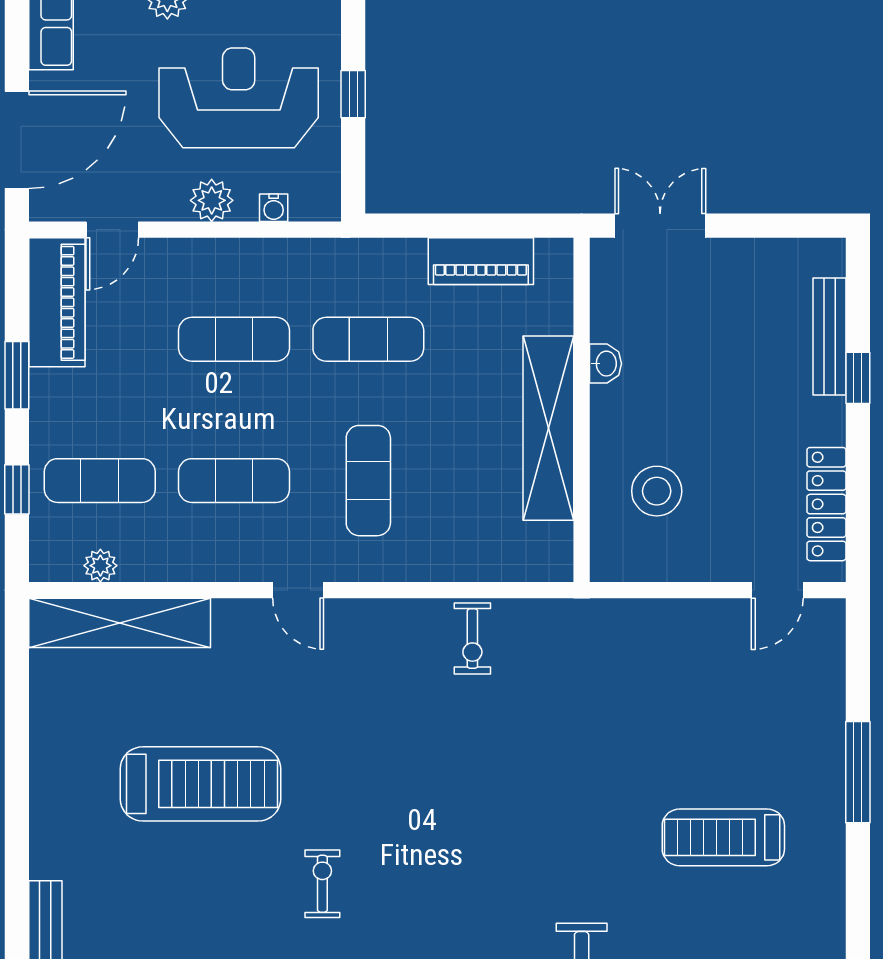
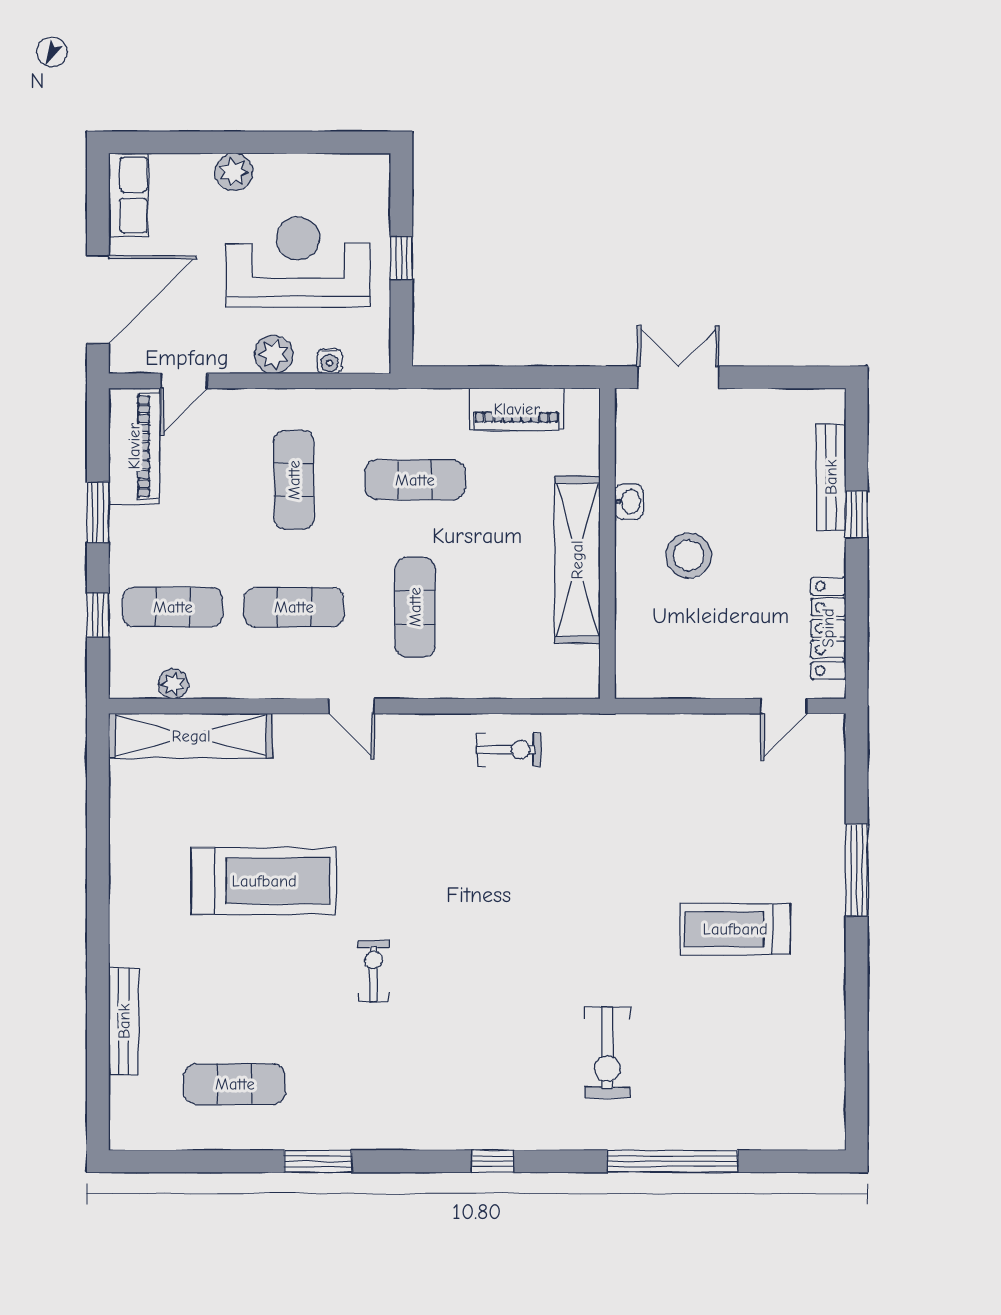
exercise mat: (234, 339) -> (294, 480), turned 90
stool: (657, 491) -> (689, 556), moved
exercise bike: (472, 638) -> (509, 750), turned -90

